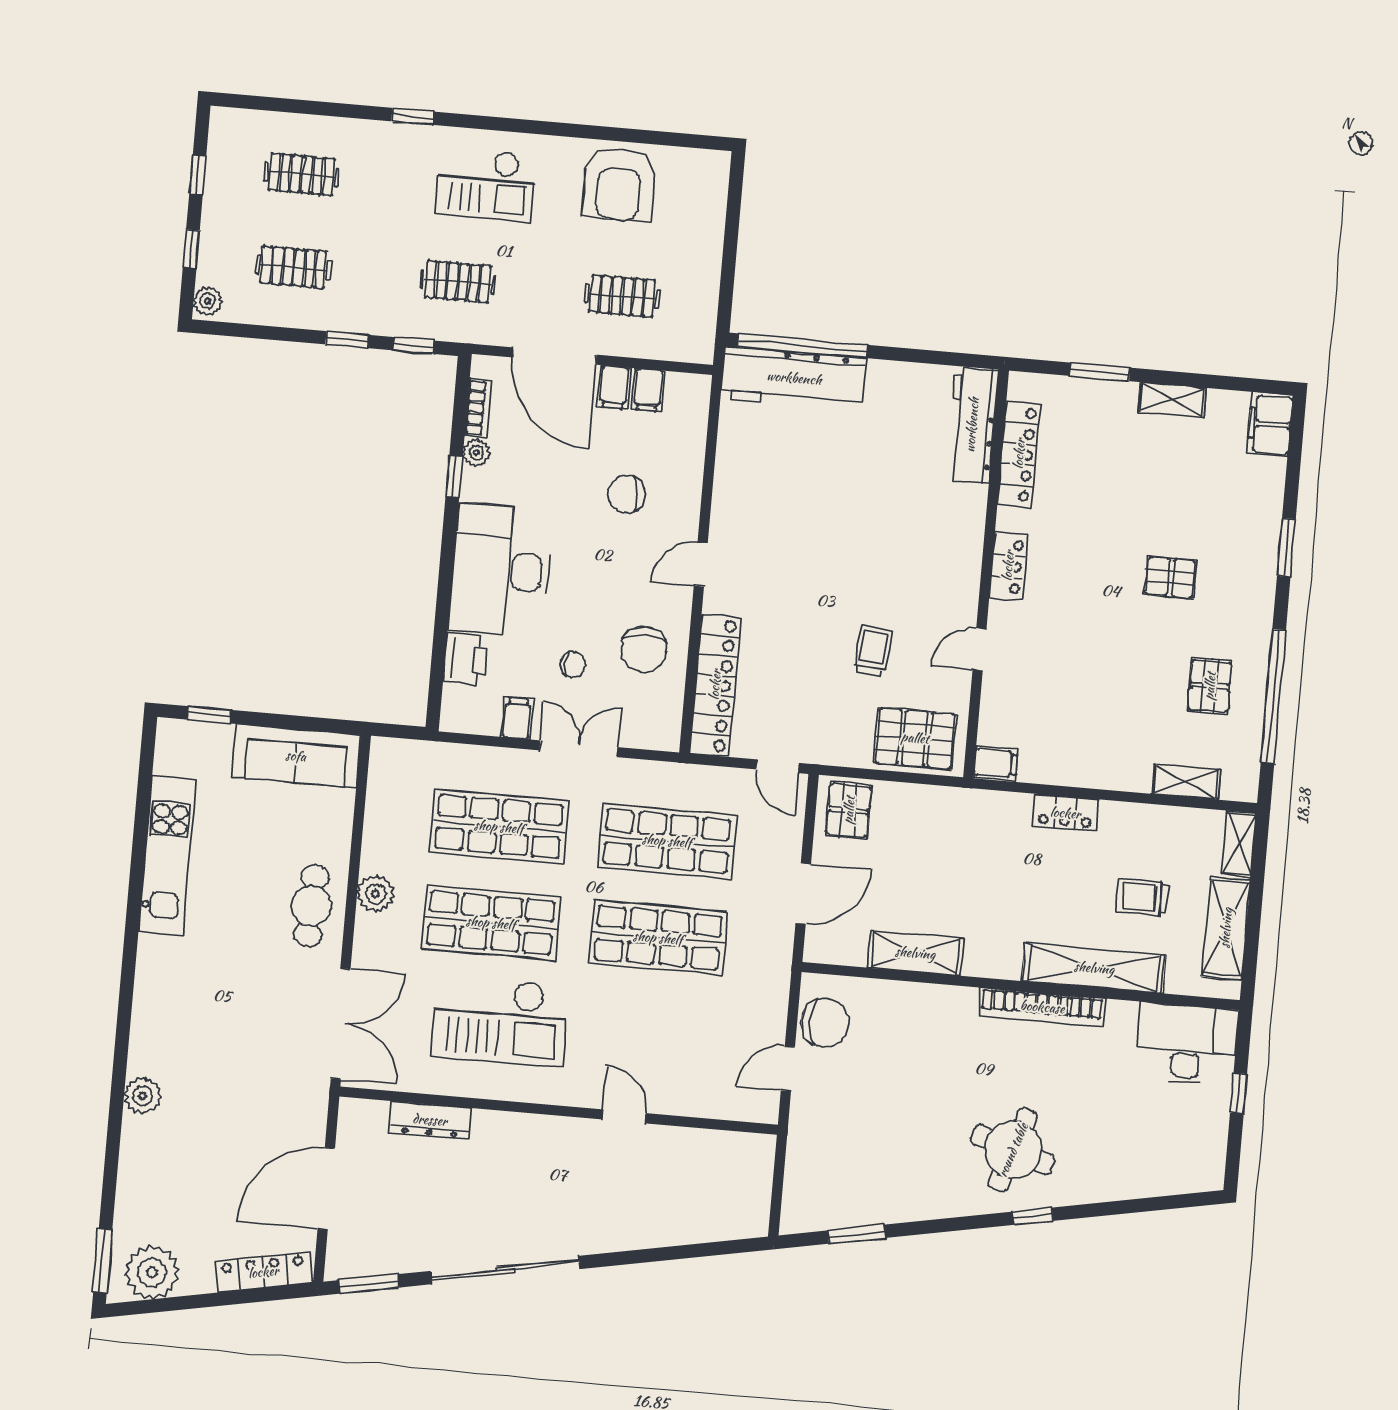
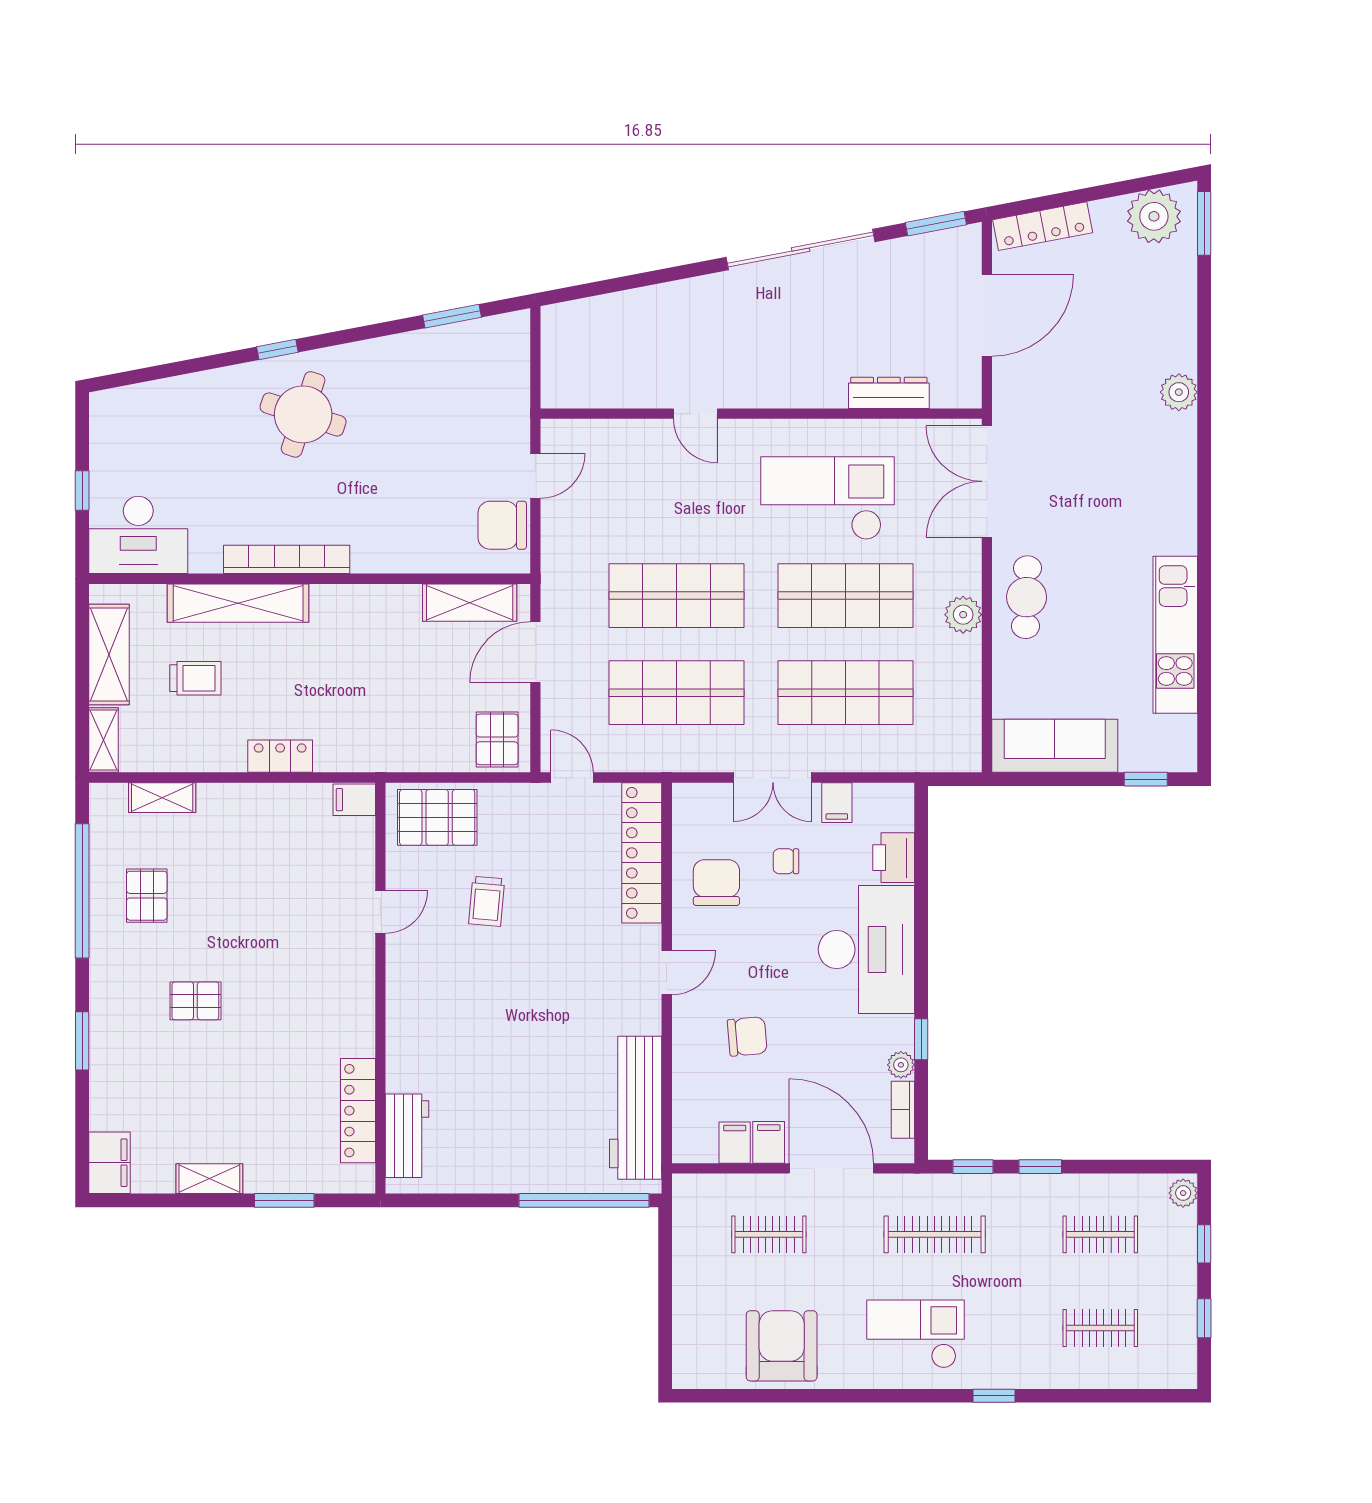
clothes rail: (458, 282) -> (935, 1234), width x1.36
workbench: (794, 378) -> (636, 1108), moved, turned -90
workbench: (972, 425) -> (407, 1136), width x0.73
locker: (1008, 566) -> (359, 998), removed
shelving: (915, 953) -> (470, 603), moved

